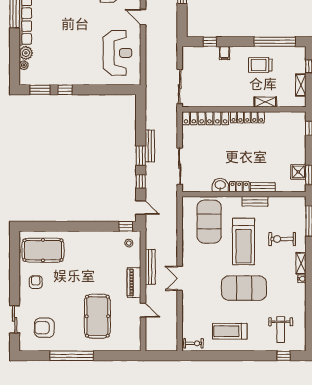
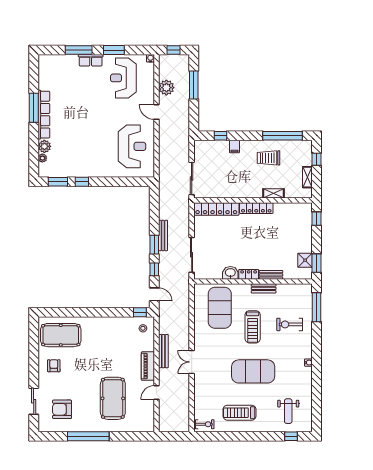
treadmill: (244, 241) -> (253, 327), width x0.73, depth x0.73
shelving: (301, 263) -> (308, 348), removed
door: (143, 310) -> (156, 392), swing flipped

